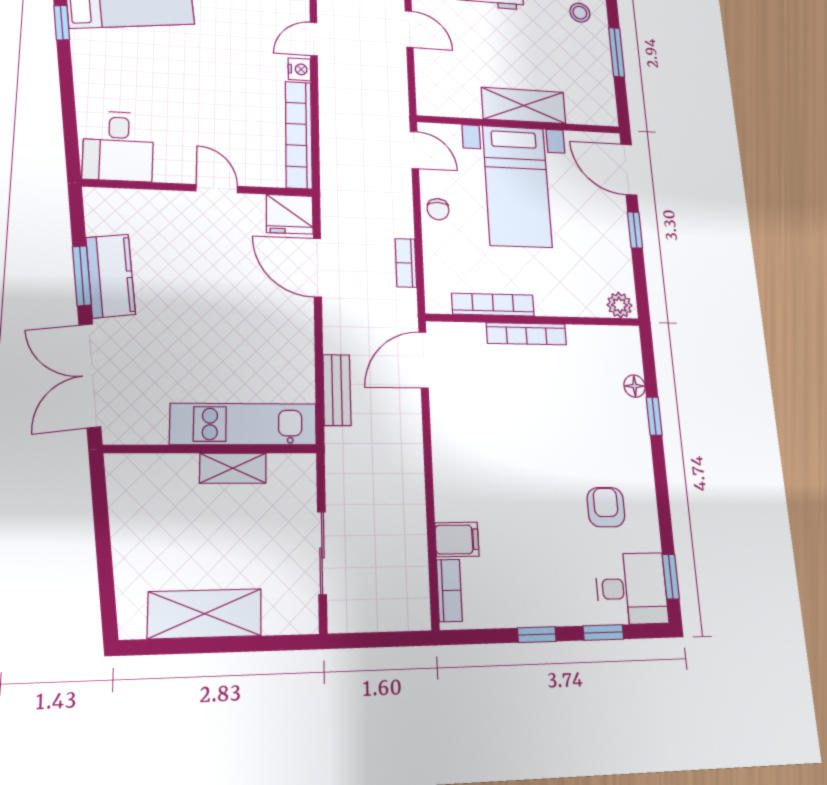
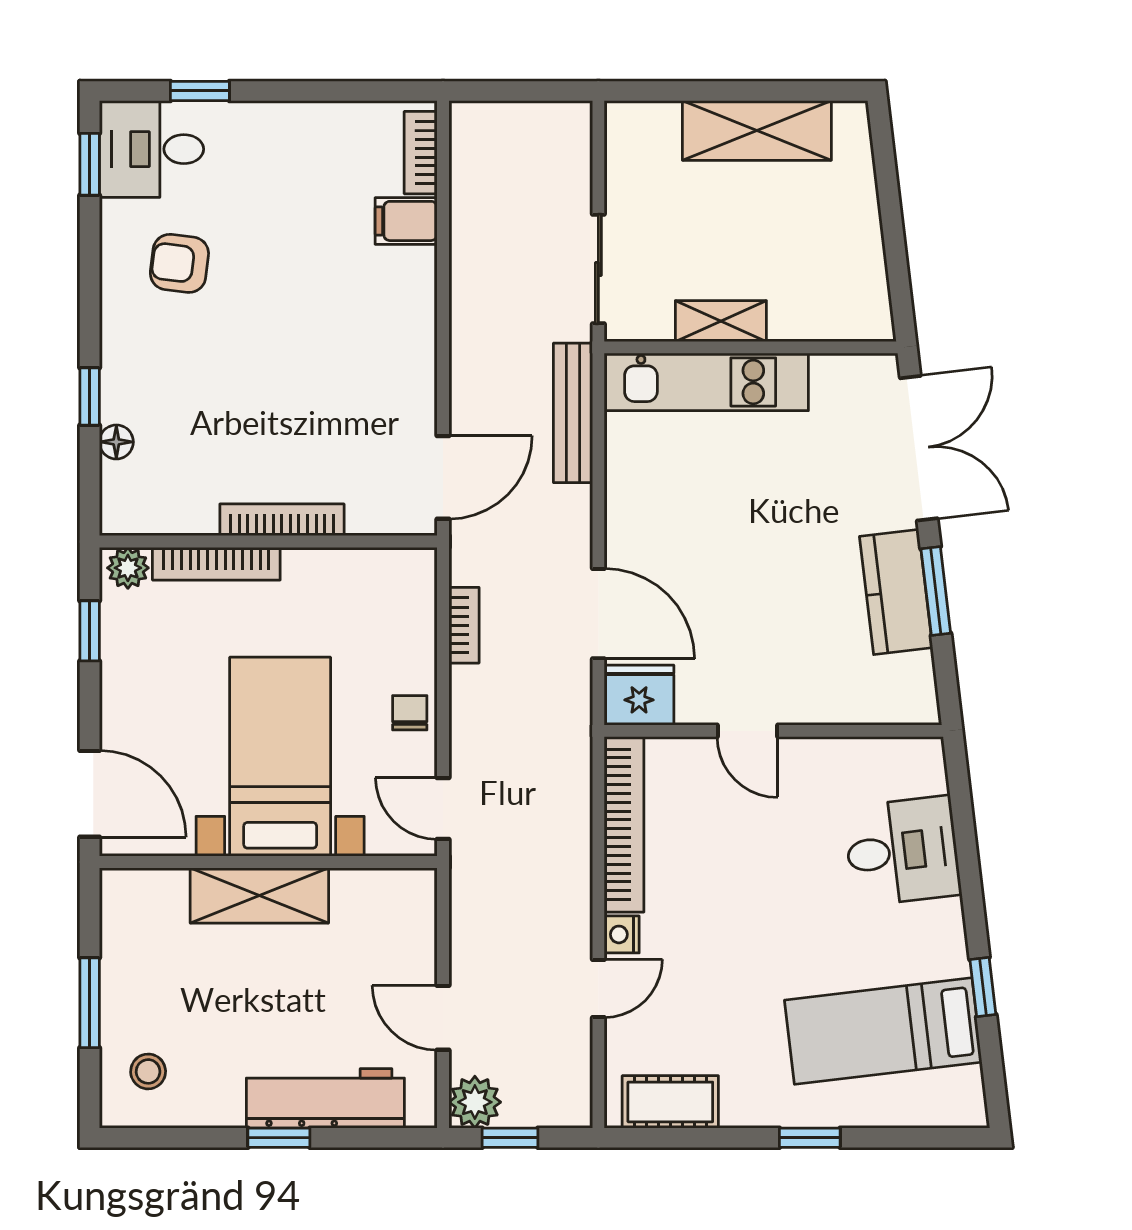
desk: (118, 146) -> (902, 851), moved, turned 83
window: (635, 230) -> (90, 631), moved
bookcase: (493, 305) -> (216, 564), moved
bench: (337, 390) -> (573, 413), width x1.36
armchair: (606, 507) -> (179, 263), turned 97
sliding door: (322, 553) -> (598, 269), moved
window: (537, 635) -> (298, 91), removed

